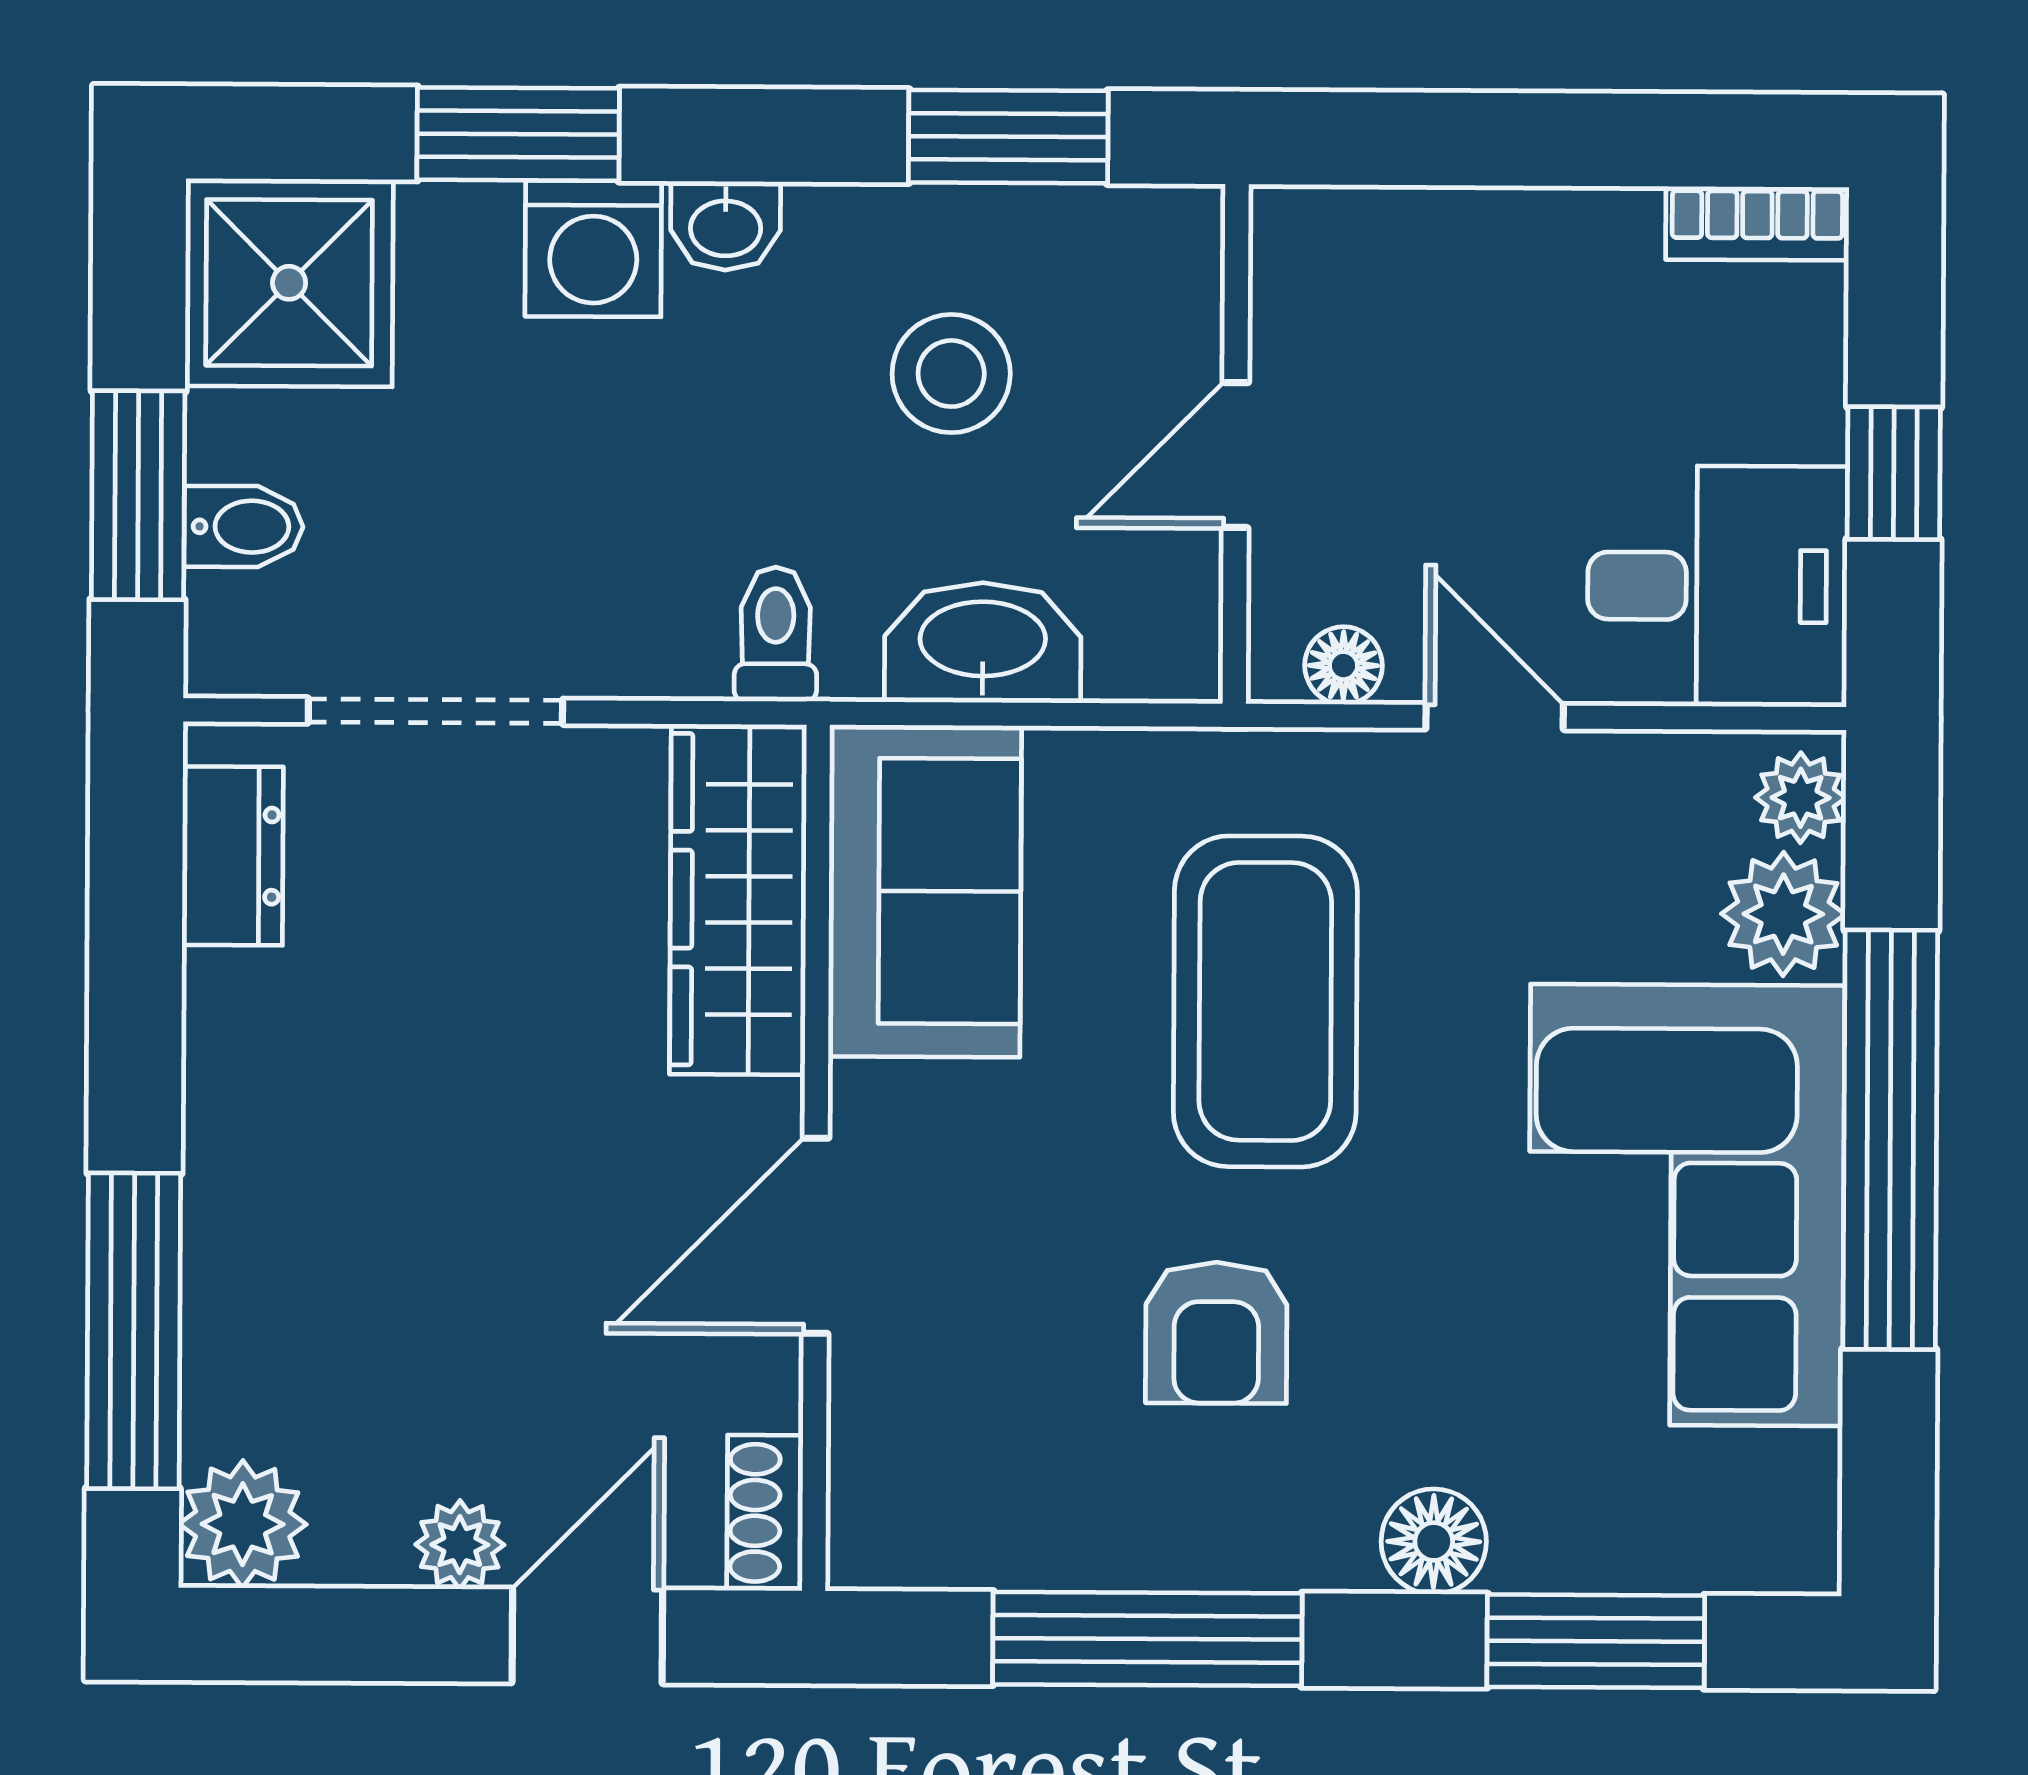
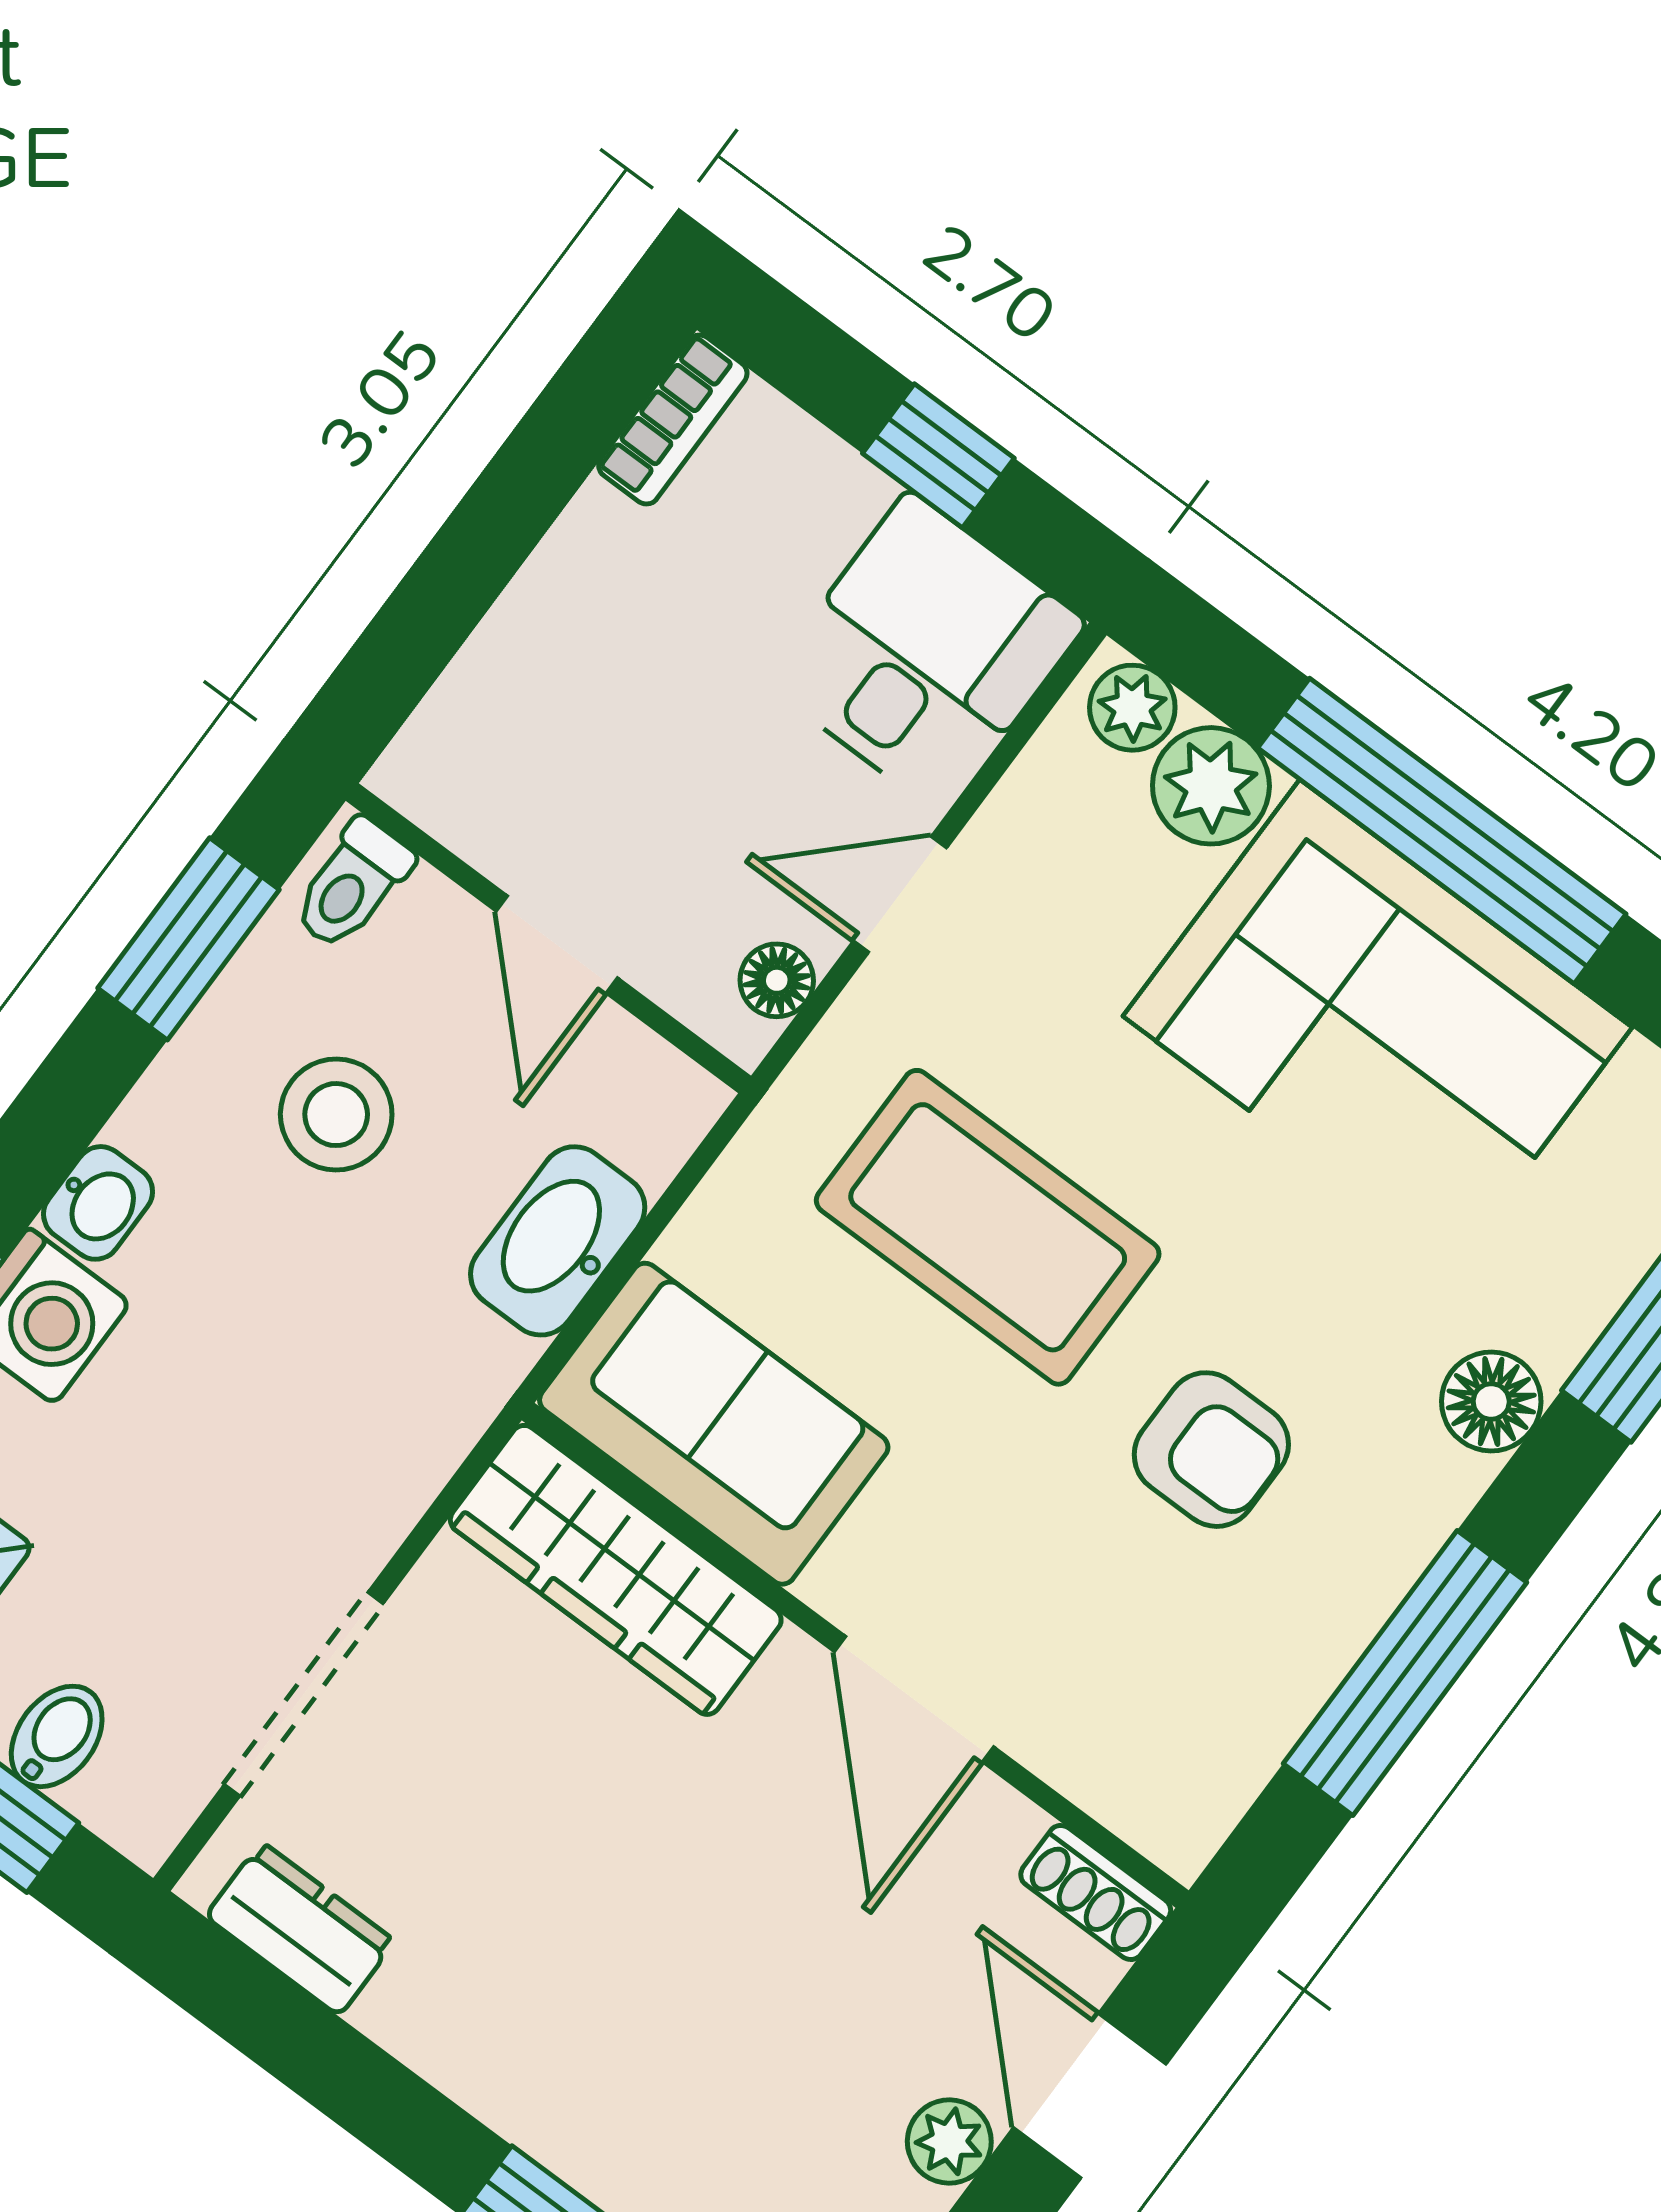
toilet: (776, 634) -> (352, 884), moved, turned -90

